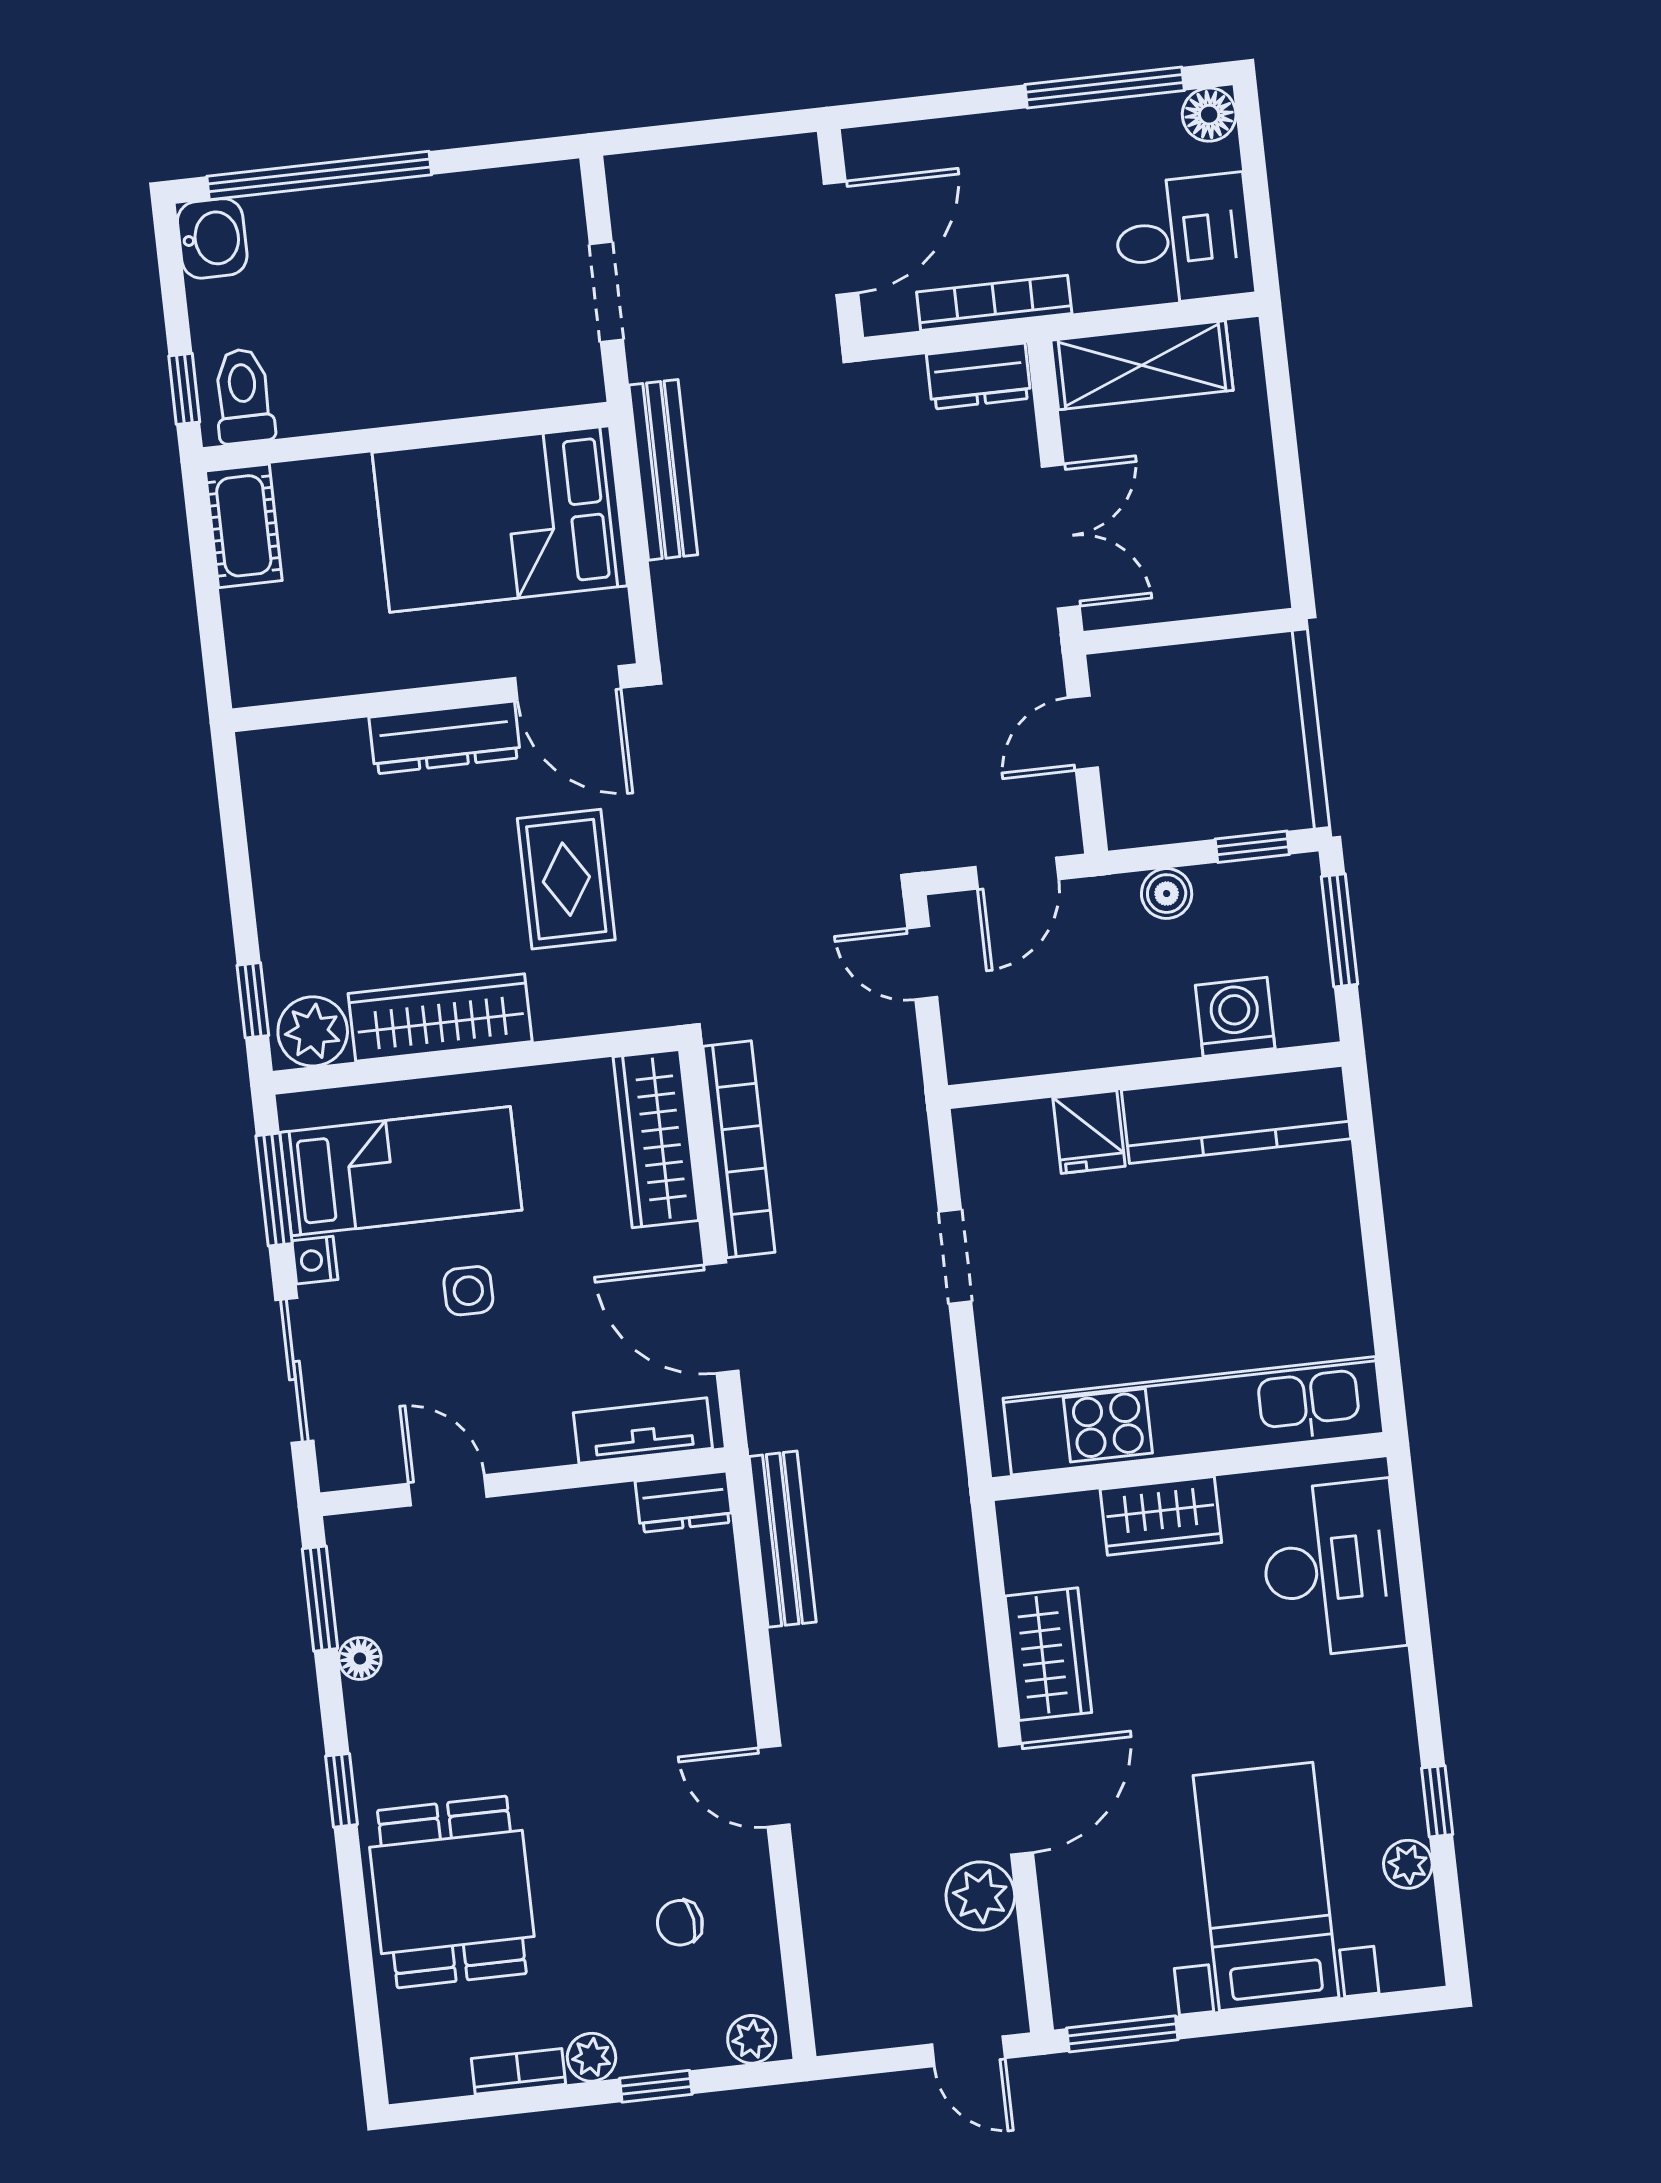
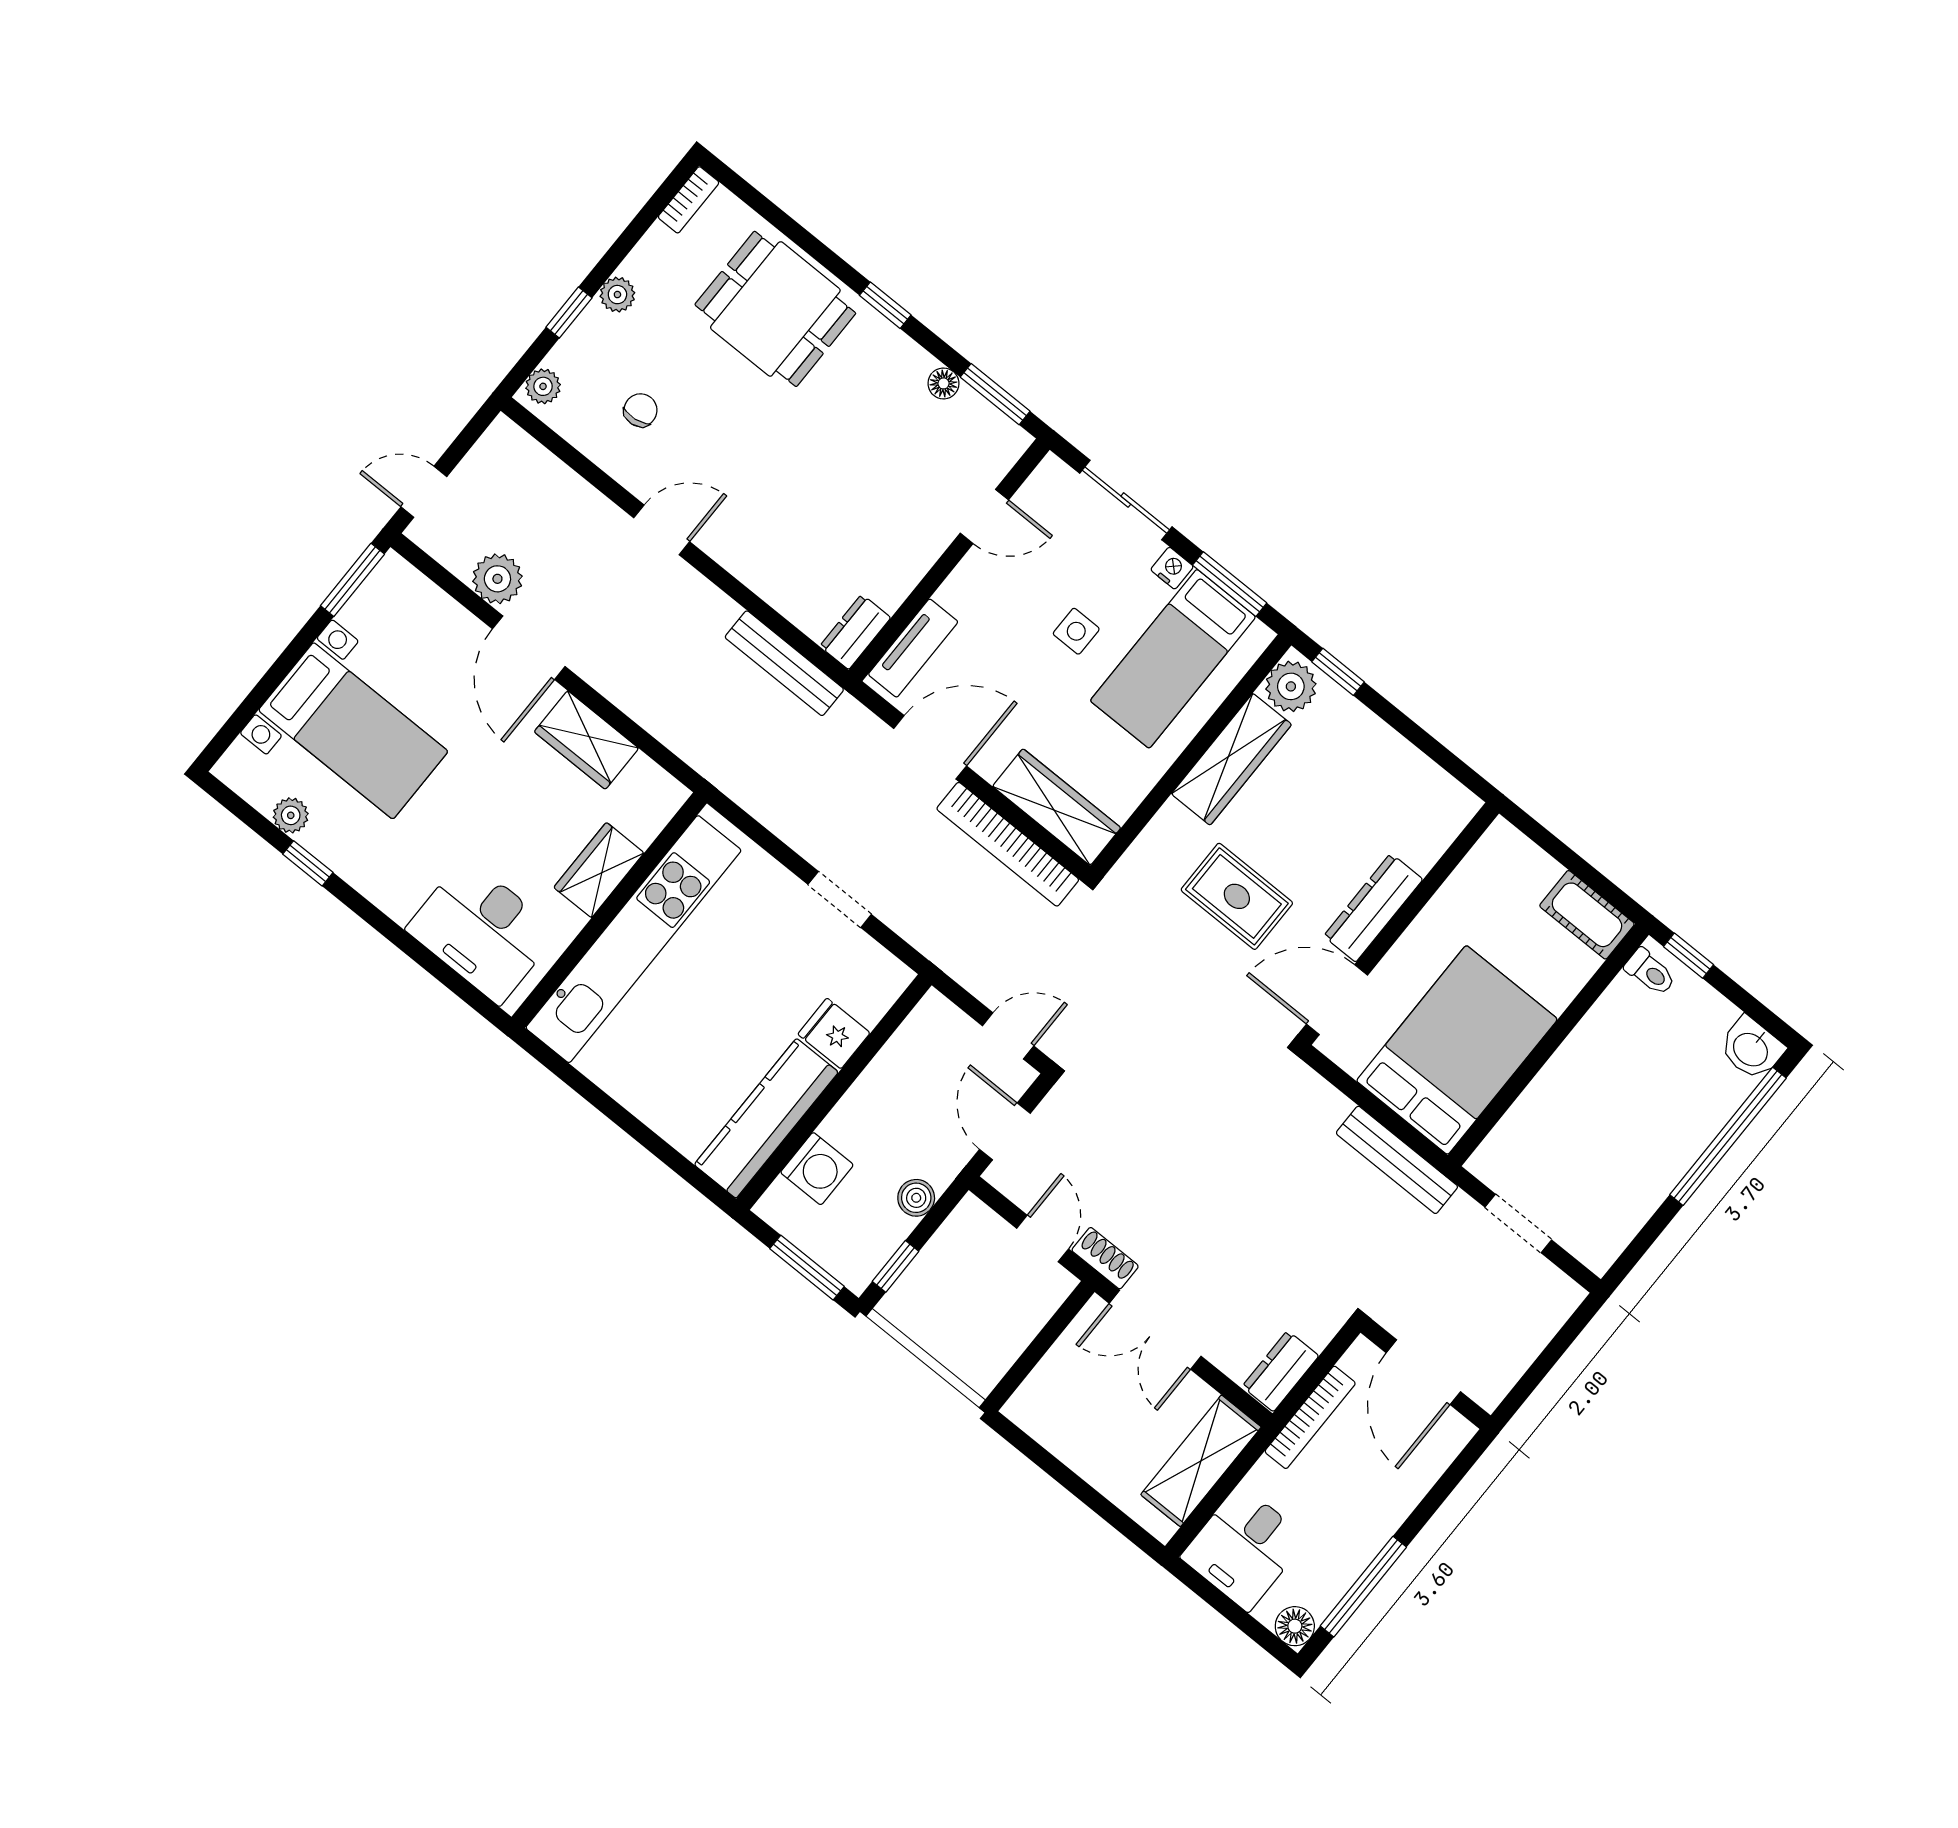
toilet: (243, 396) -> (1650, 972), width x0.73, depth x0.72
shoe rack: (1041, 654) -> (1105, 1258), added
bookcase: (518, 2071) -> (689, 200), moved

